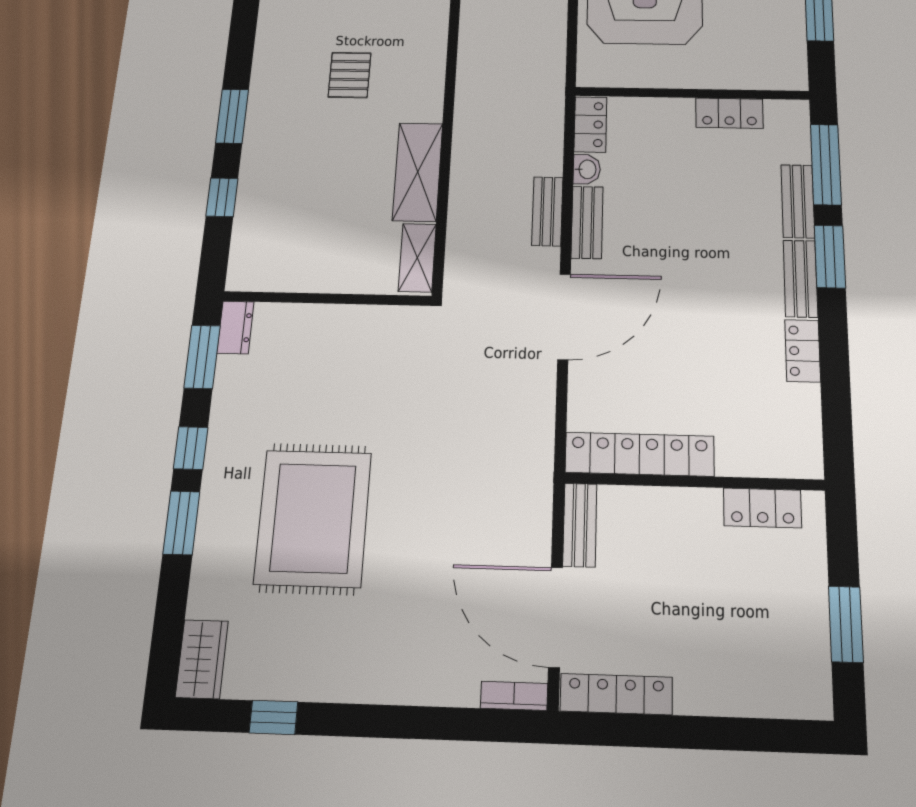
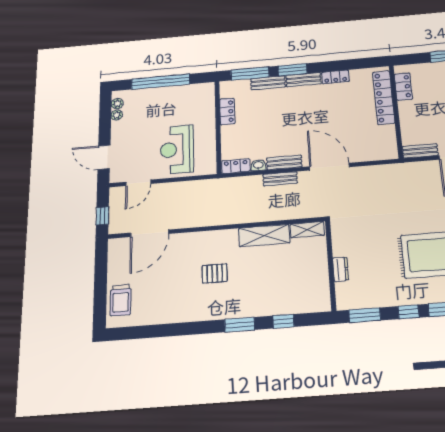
dresser: (235, 327) -> (341, 269), moved, turned 90
locker: (640, 454) -> (384, 97), moved

